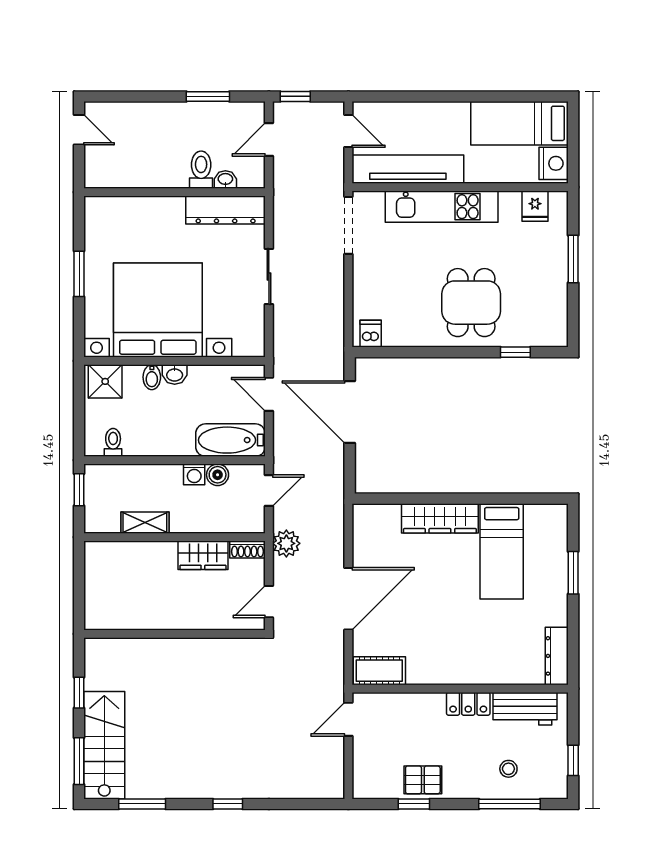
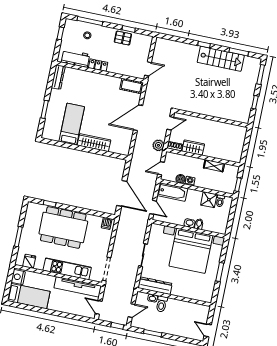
dining table: (471, 303) -> (63, 227), width x1.87, depth x1.24
shower: (105, 381) -> (209, 200), moved
stairs: (104, 745) -> (221, 59), moved, turned -90

